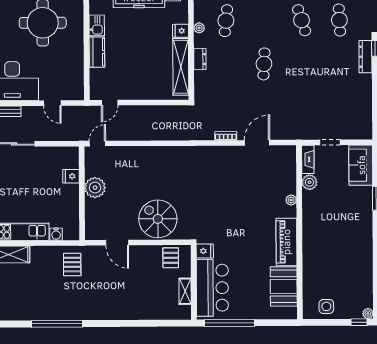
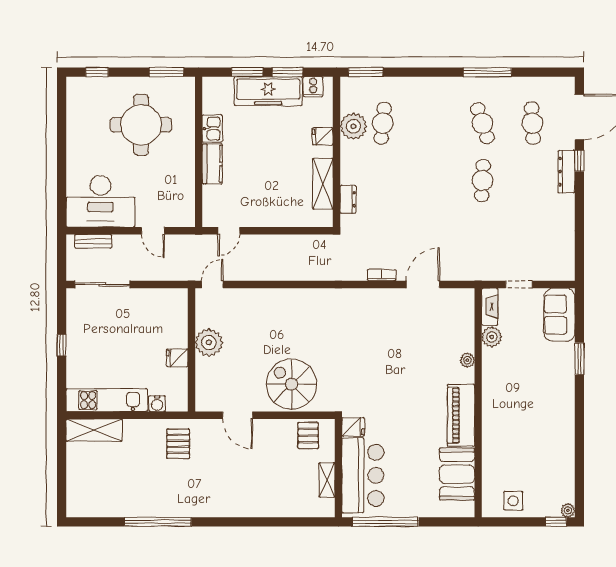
plant: (199, 28) -> (353, 126), width x1.87, depth x1.87
dresser: (200, 59) -> (348, 199), moved
cafe table: (264, 64) -> (482, 181), moved
shelving: (181, 67) -> (323, 184), width x0.68
fridge: (71, 176) -> (177, 358), moved

